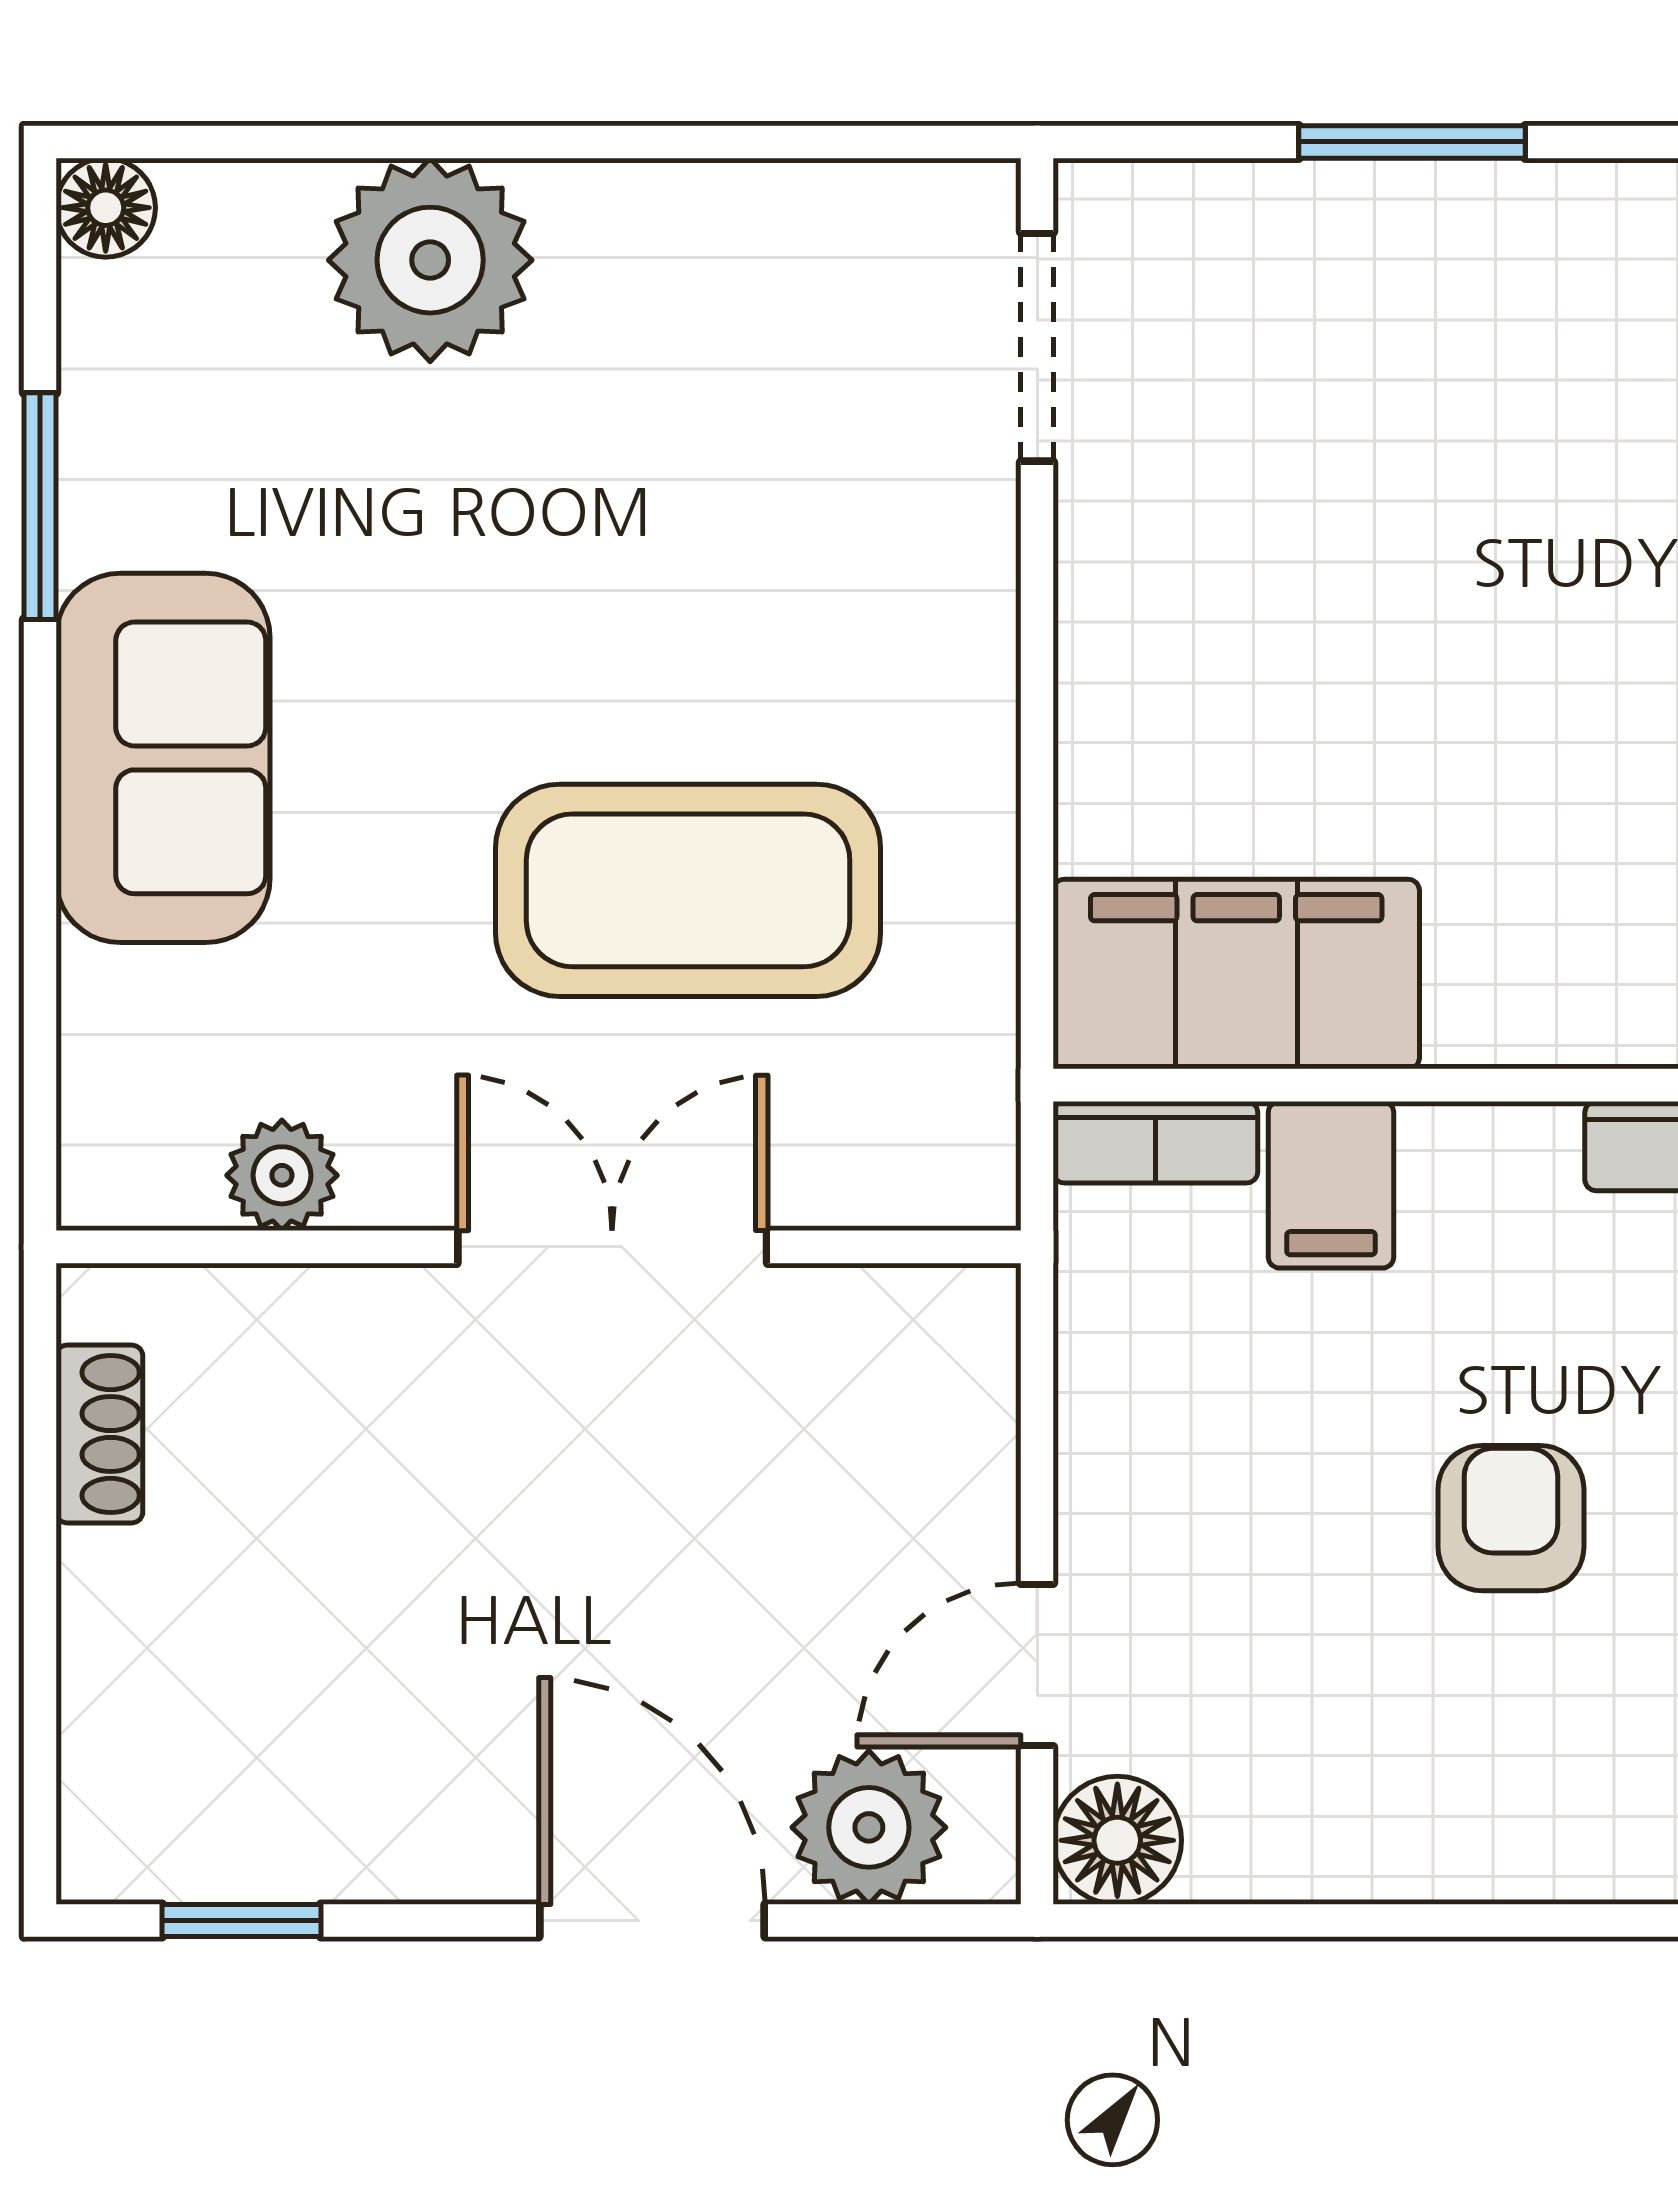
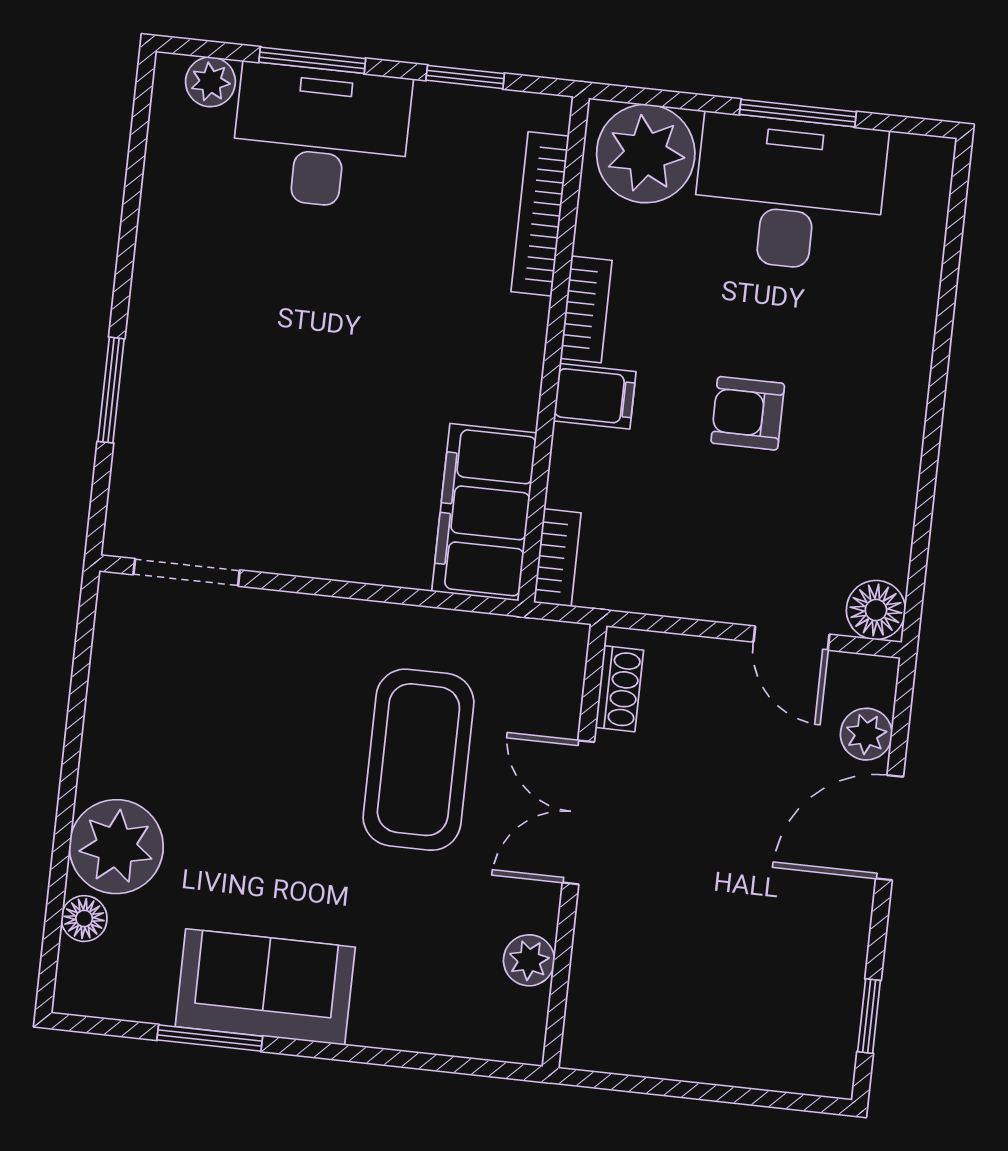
floor lamp: (106, 208) -> (84, 919), moved
sofa: (163, 758) -> (265, 987), moved
filing cabinet: (1331, 1185) -> (595, 396), moved
shoe rack: (99, 1434) -> (619, 689), moved, turned 90
plant: (869, 1827) -> (866, 734), width x0.73, depth x0.73

